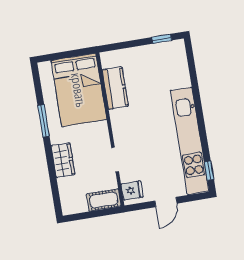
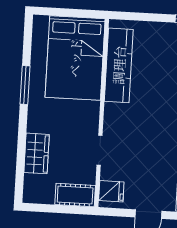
kitchen counter: (115, 88) -> (119, 65), width x1.50
wardrobe: (63, 160) -> (37, 153), moved

